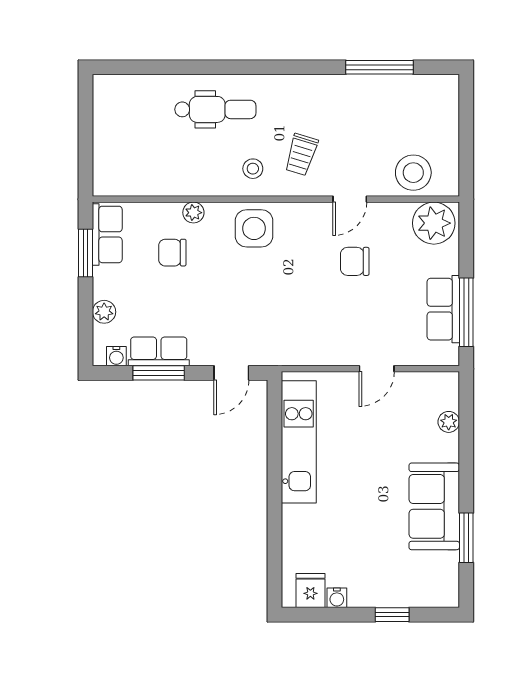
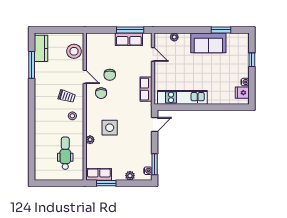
kitchen counter: (420, 91) -> (41, 48), added
dental chair: (215, 109) -> (65, 153), moved
plant: (434, 223) -> (94, 43), removed
side table: (254, 228) -> (110, 128), moved
chair: (172, 253) -> (101, 93), moved
row of seats: (159, 351) -> (146, 89), moved
door: (377, 369) -> (153, 54), moved
window: (159, 373) -> (155, 164), moved
door: (231, 373) -> (155, 124), hinge flipped

